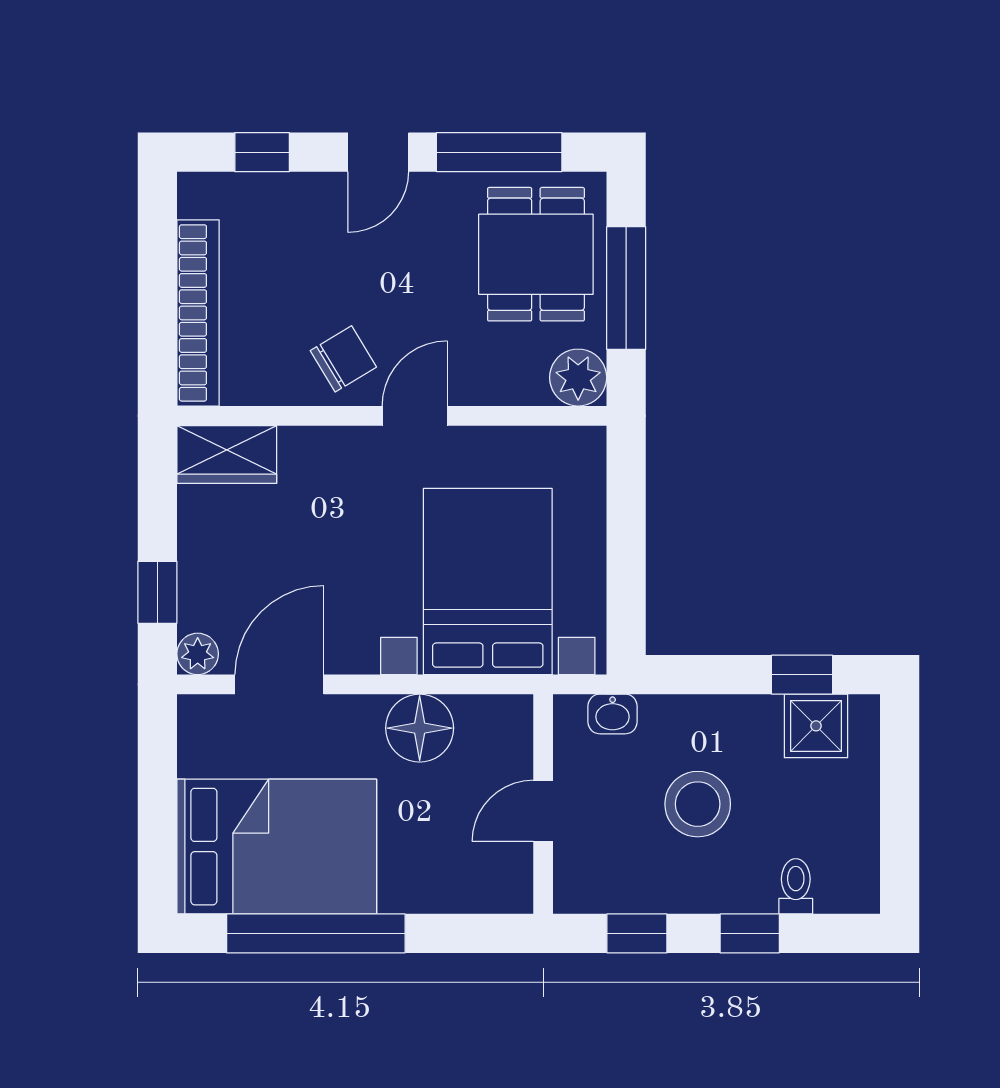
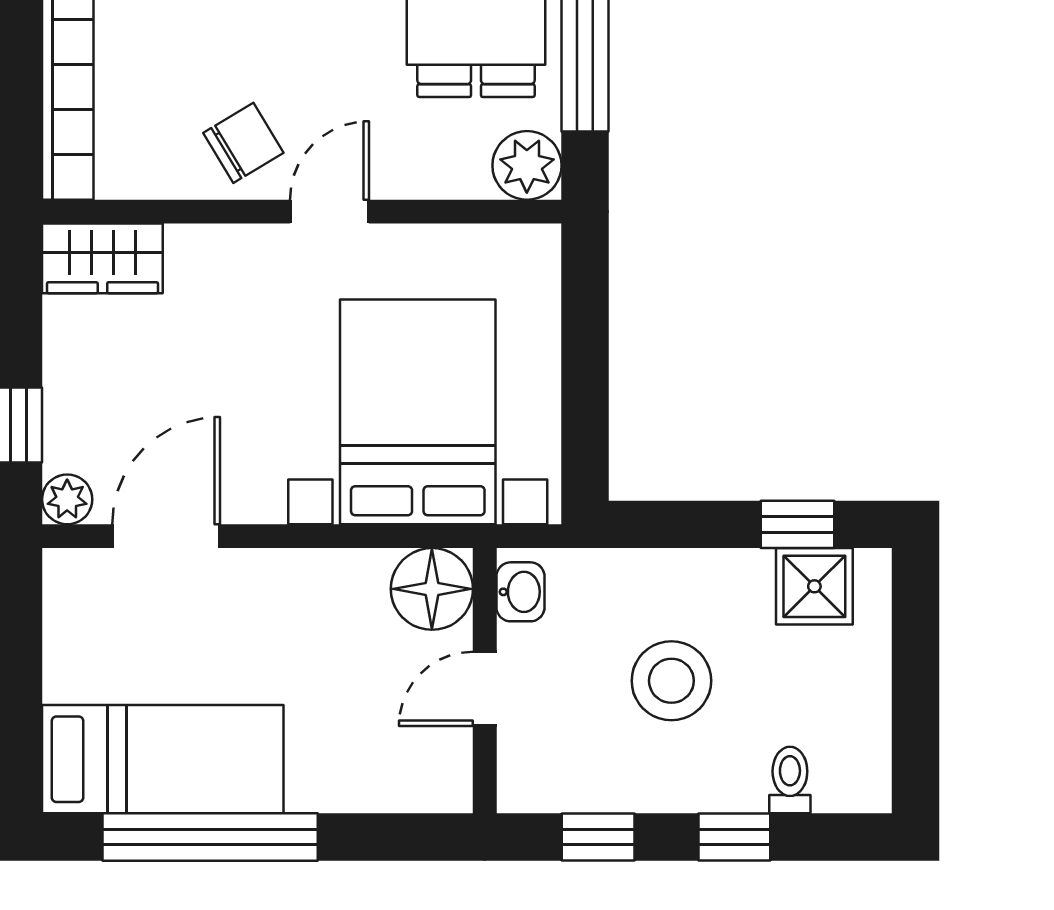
washbasin: (613, 714) -> (520, 592), moved, turned -90
floor lamp: (420, 728) -> (432, 589), moved
bed: (277, 847) -> (163, 759), width x0.67

